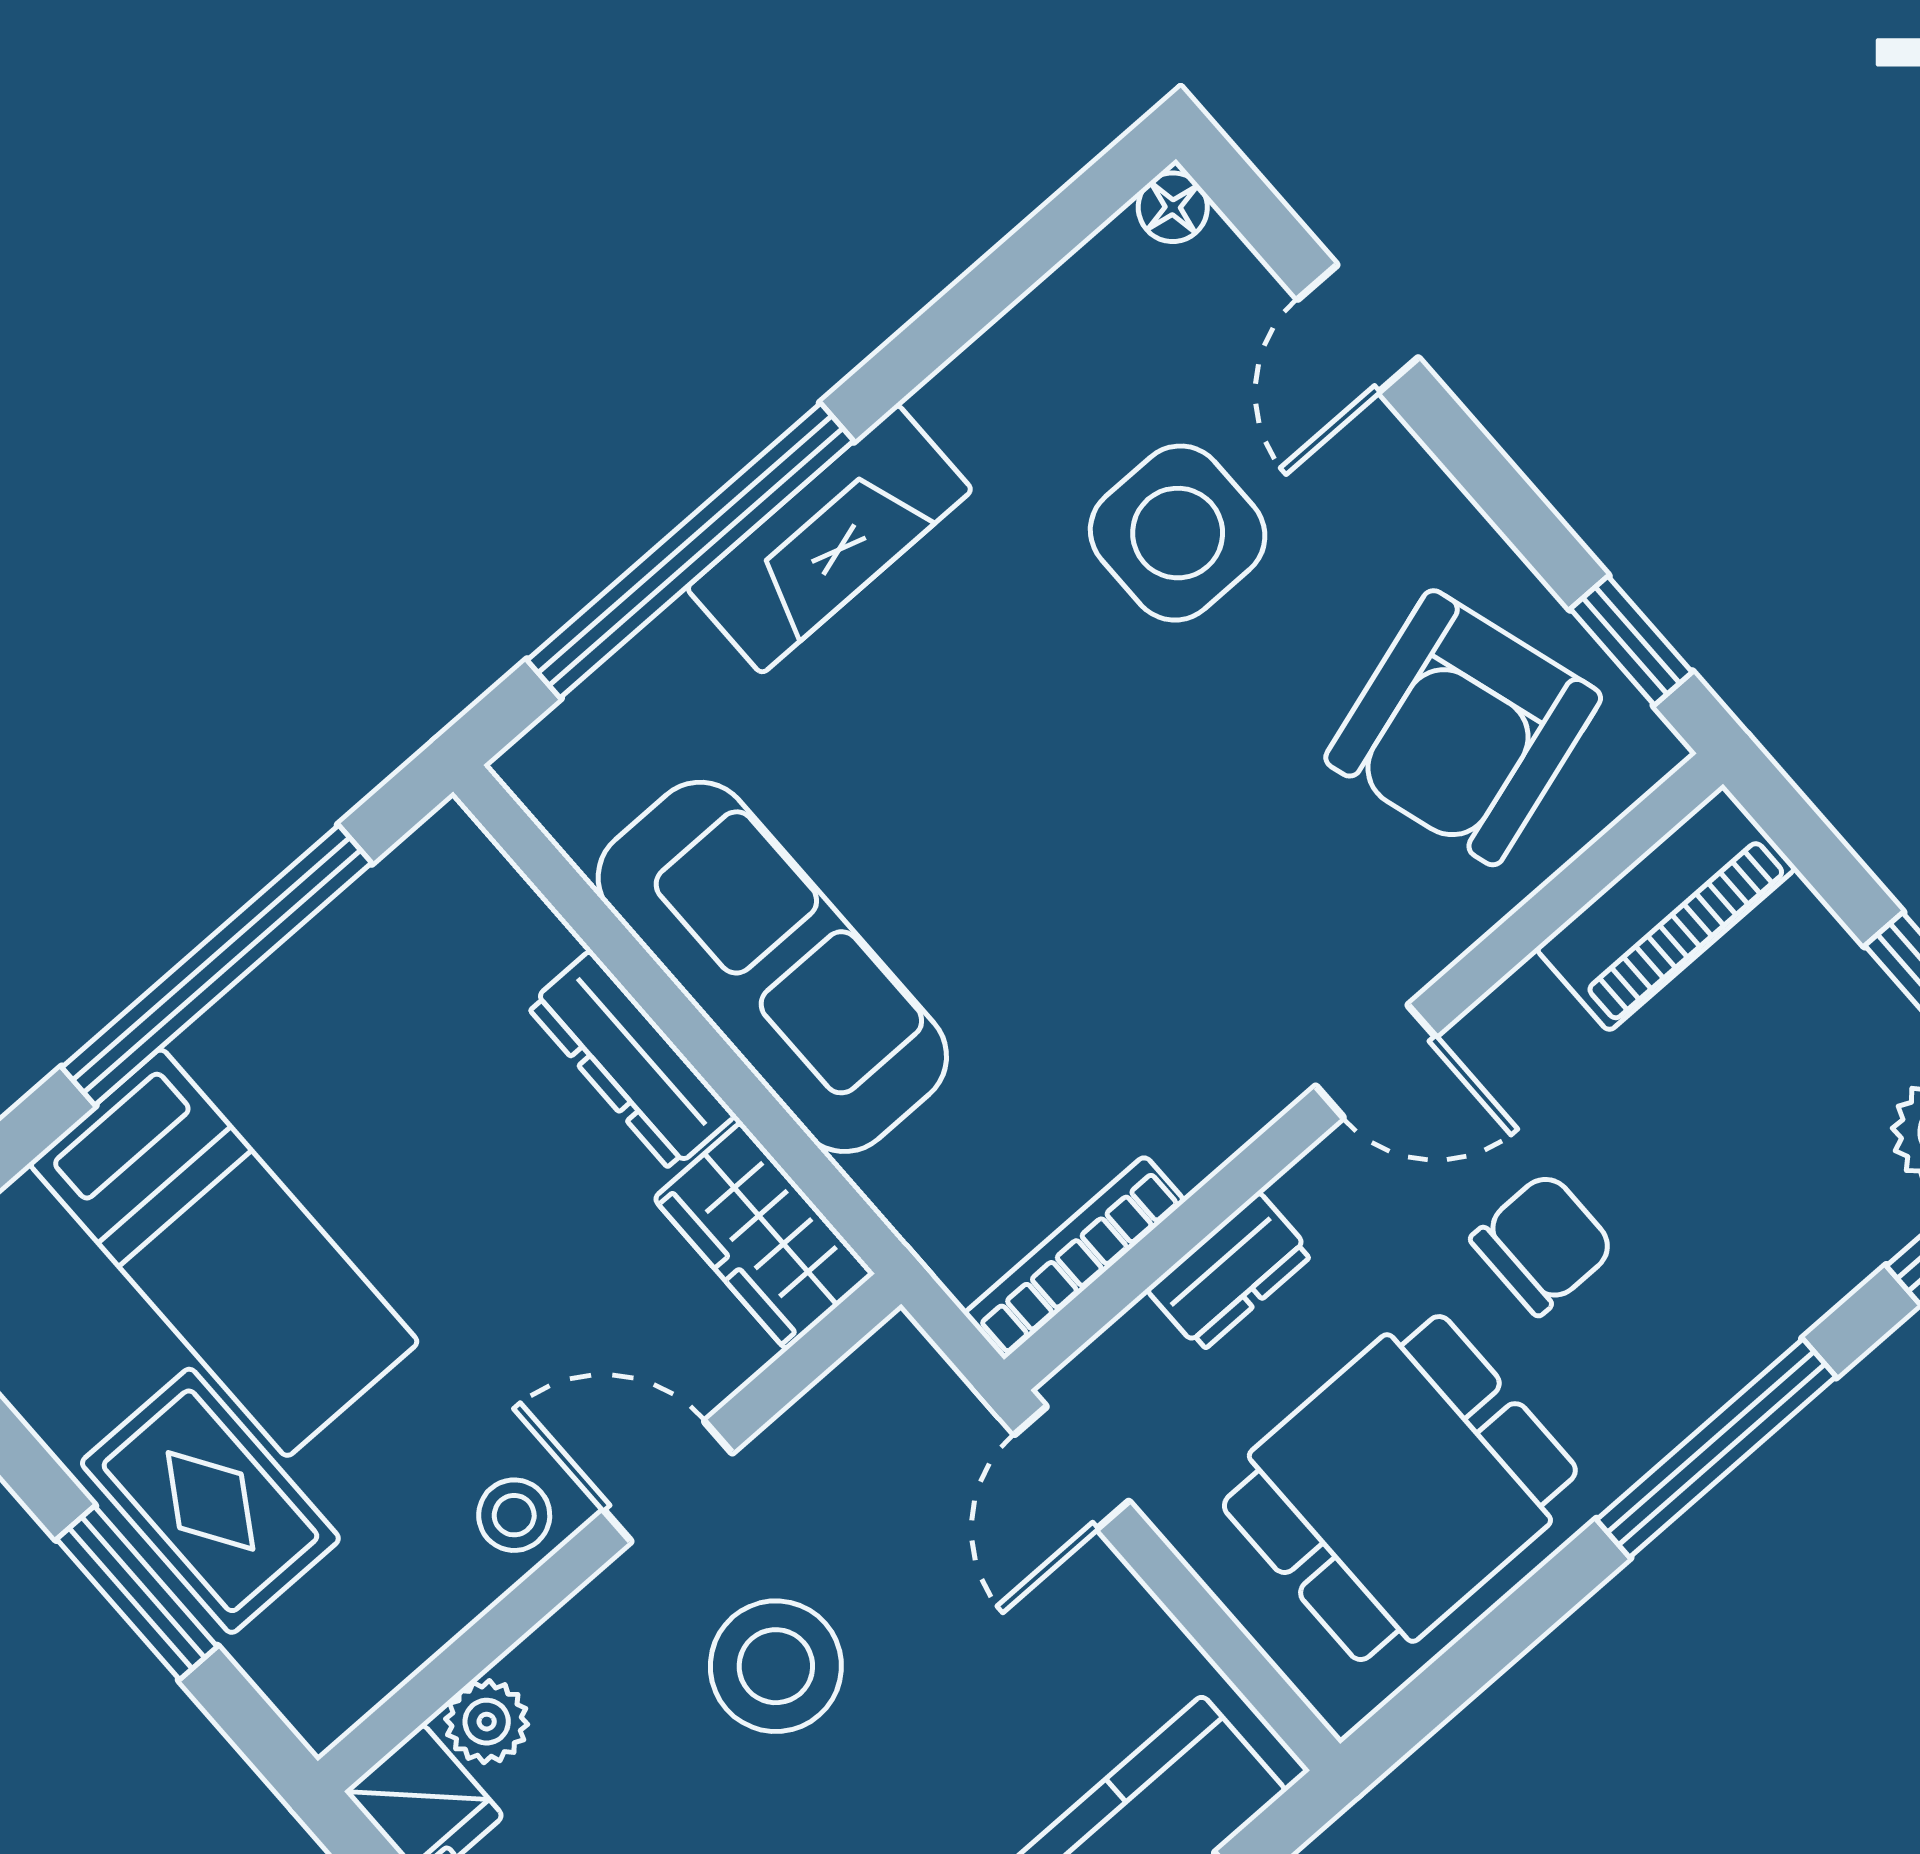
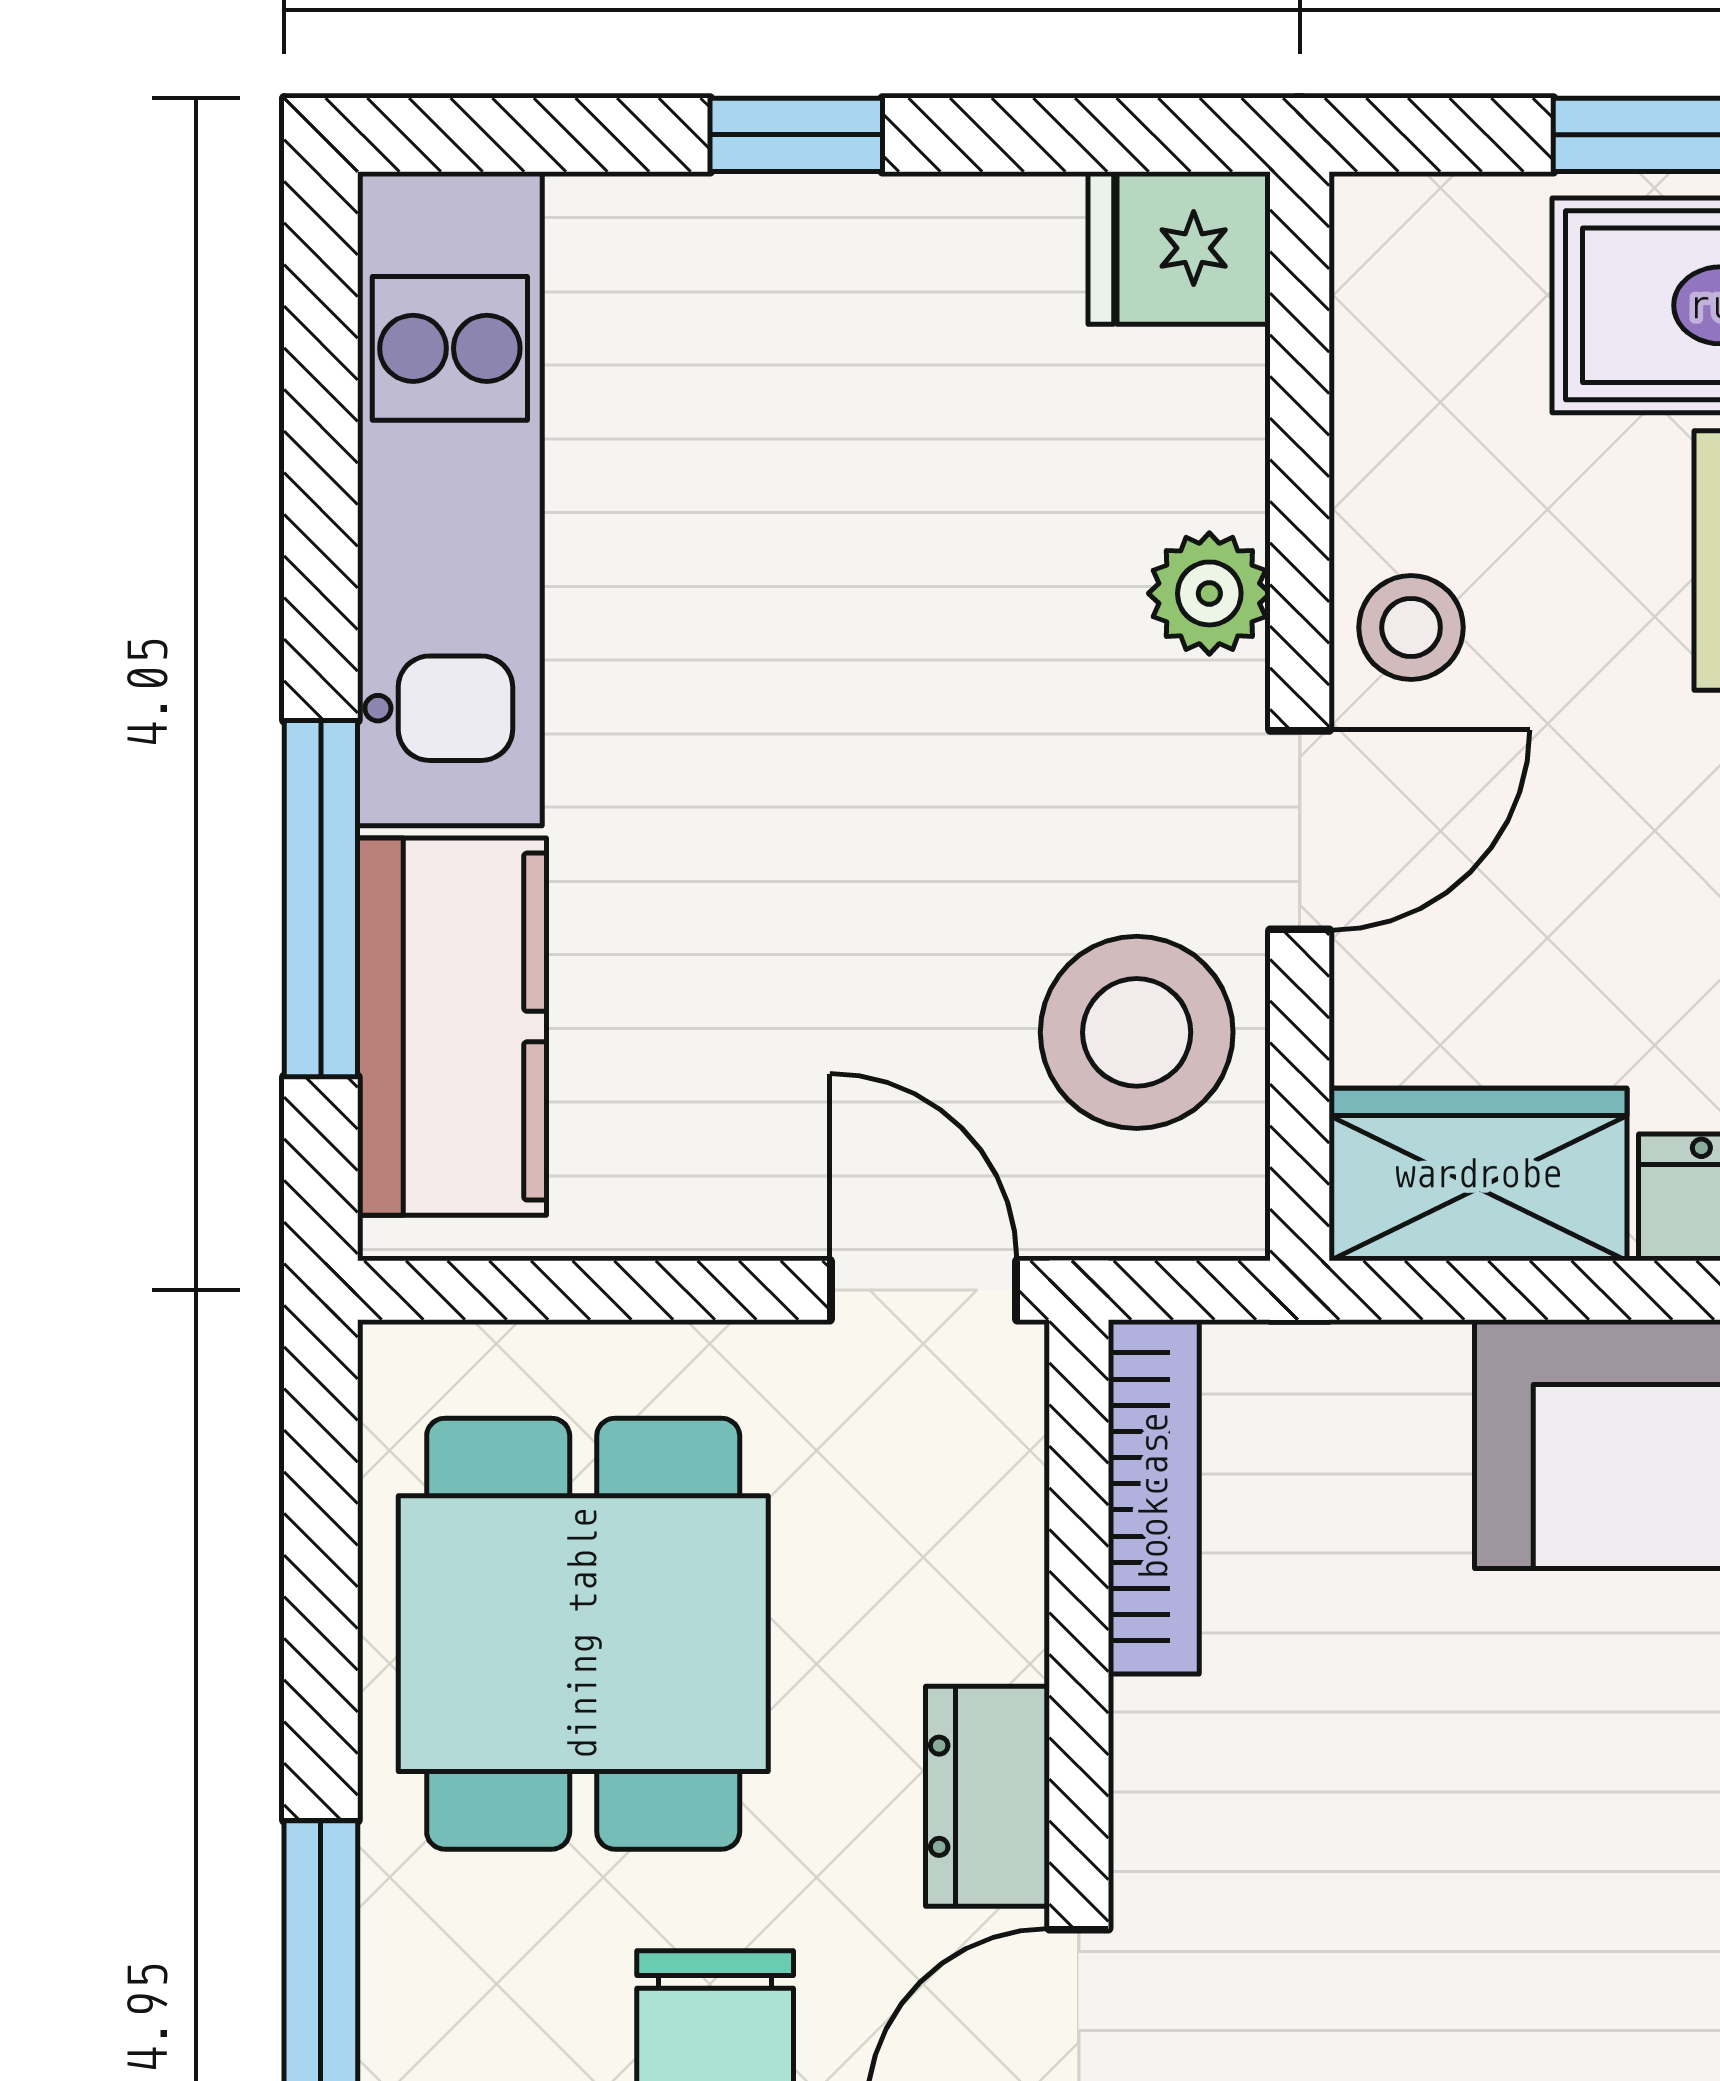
dresser: (1230, 1272) -> (987, 1796), moved
stool: (776, 1666) -> (1137, 1032), moved
plant: (487, 1722) -> (1209, 593), moved

